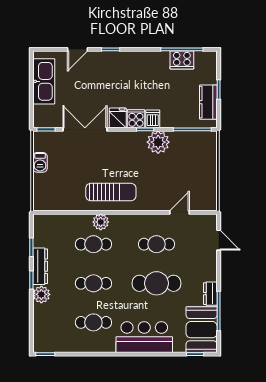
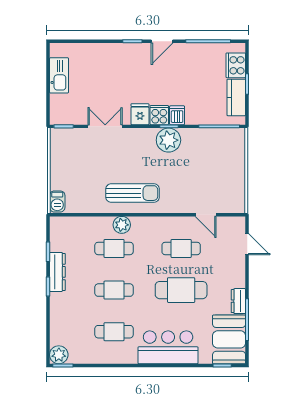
door: (77, 49) -> (162, 41), moved
cooker: (182, 60) -> (236, 65), moved, turned 90
kitchen sink: (44, 81) -> (59, 75), width x0.73, depth x0.81
double door: (85, 129) -> (105, 126), width x0.73
plant: (158, 142) -> (168, 140), moved
barbecue: (40, 162) -> (57, 201), moved
door: (180, 212) -> (206, 215), swing flipped
plant: (41, 294) -> (59, 355), moved

